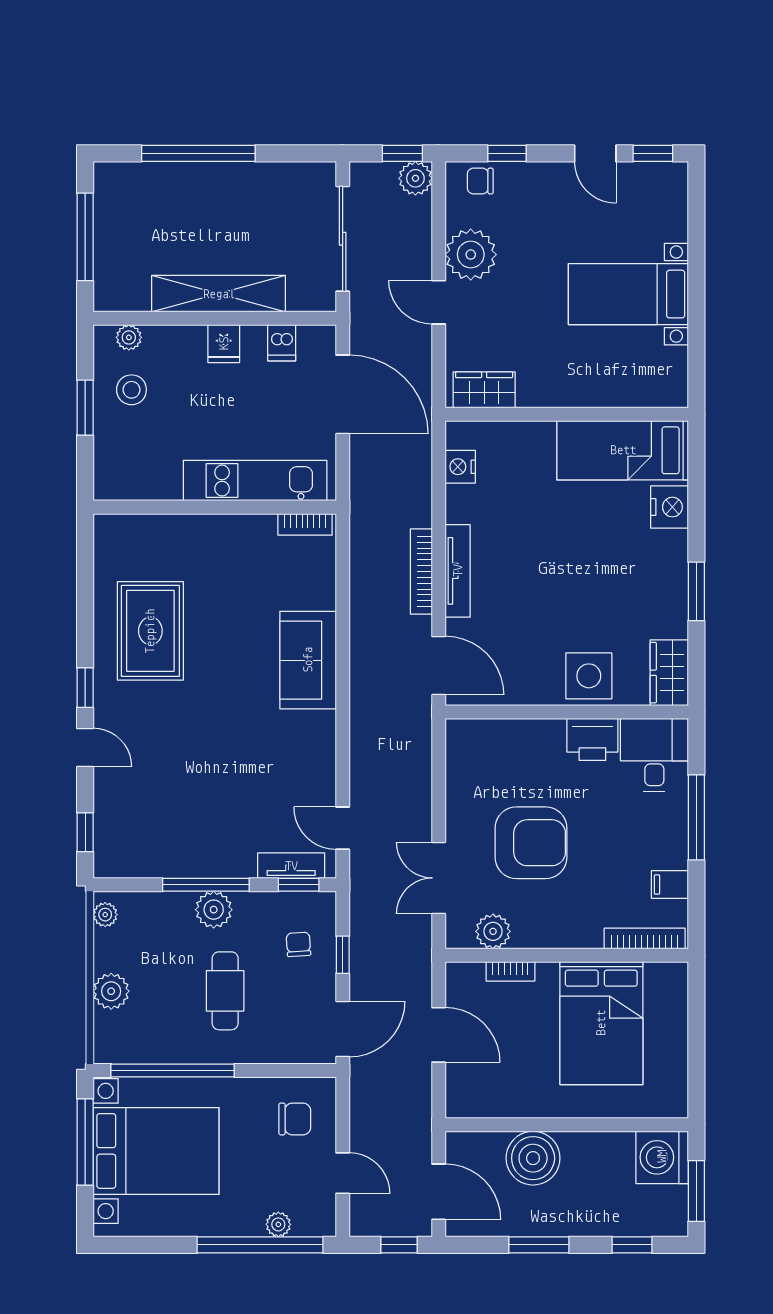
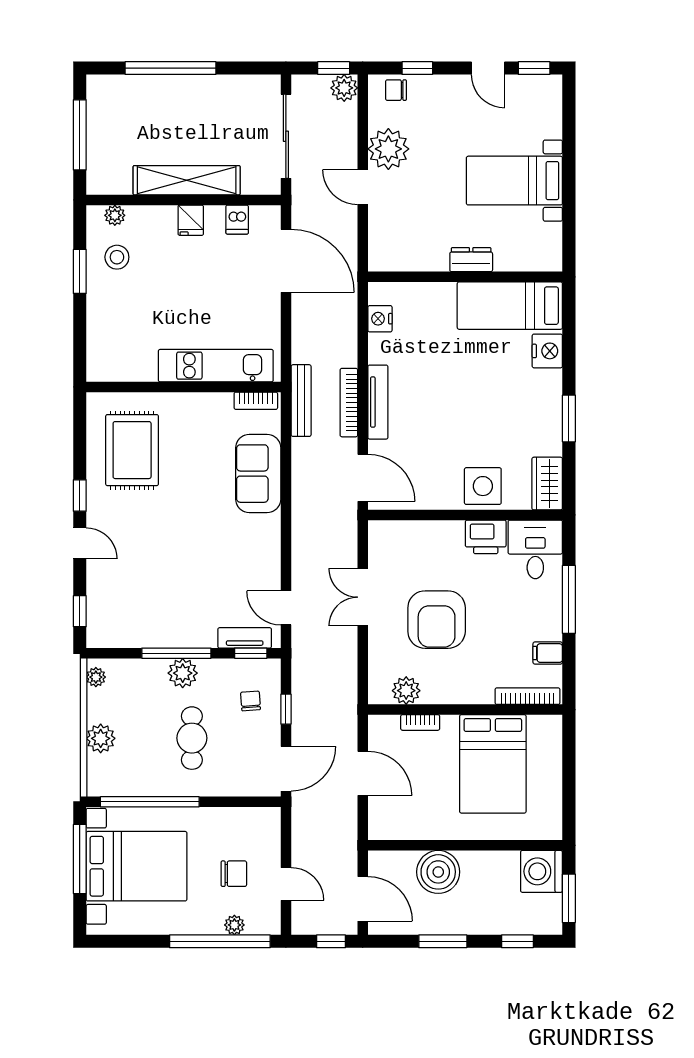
wardrobe: (484, 390) -> (399, 257), removed
dresser: (574, 393) -> (471, 260), added
kitchen unit: (255, 481) -> (216, 366), moved
wall: (215, 507) -> (183, 387), moved
bookcase: (305, 524) -> (256, 401), moved
bench: (362, 569) -> (301, 401), added
armchair: (531, 843) -> (437, 620), turned 90
double door: (439, 878) -> (363, 597), moved
chair: (295, 1119) -> (234, 874), moved

